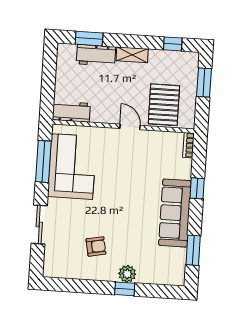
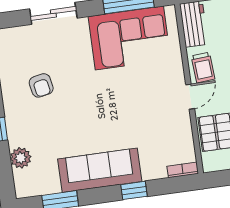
trolley: (108, 111) -> (203, 67), added
plant: (127, 274) -> (21, 158), moved

